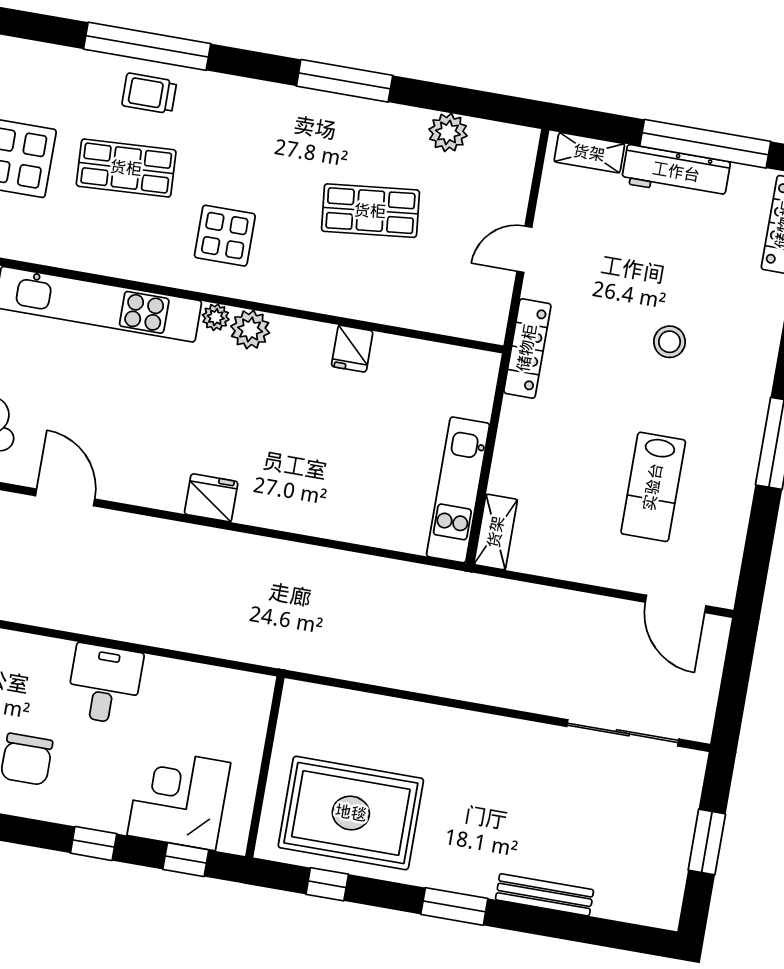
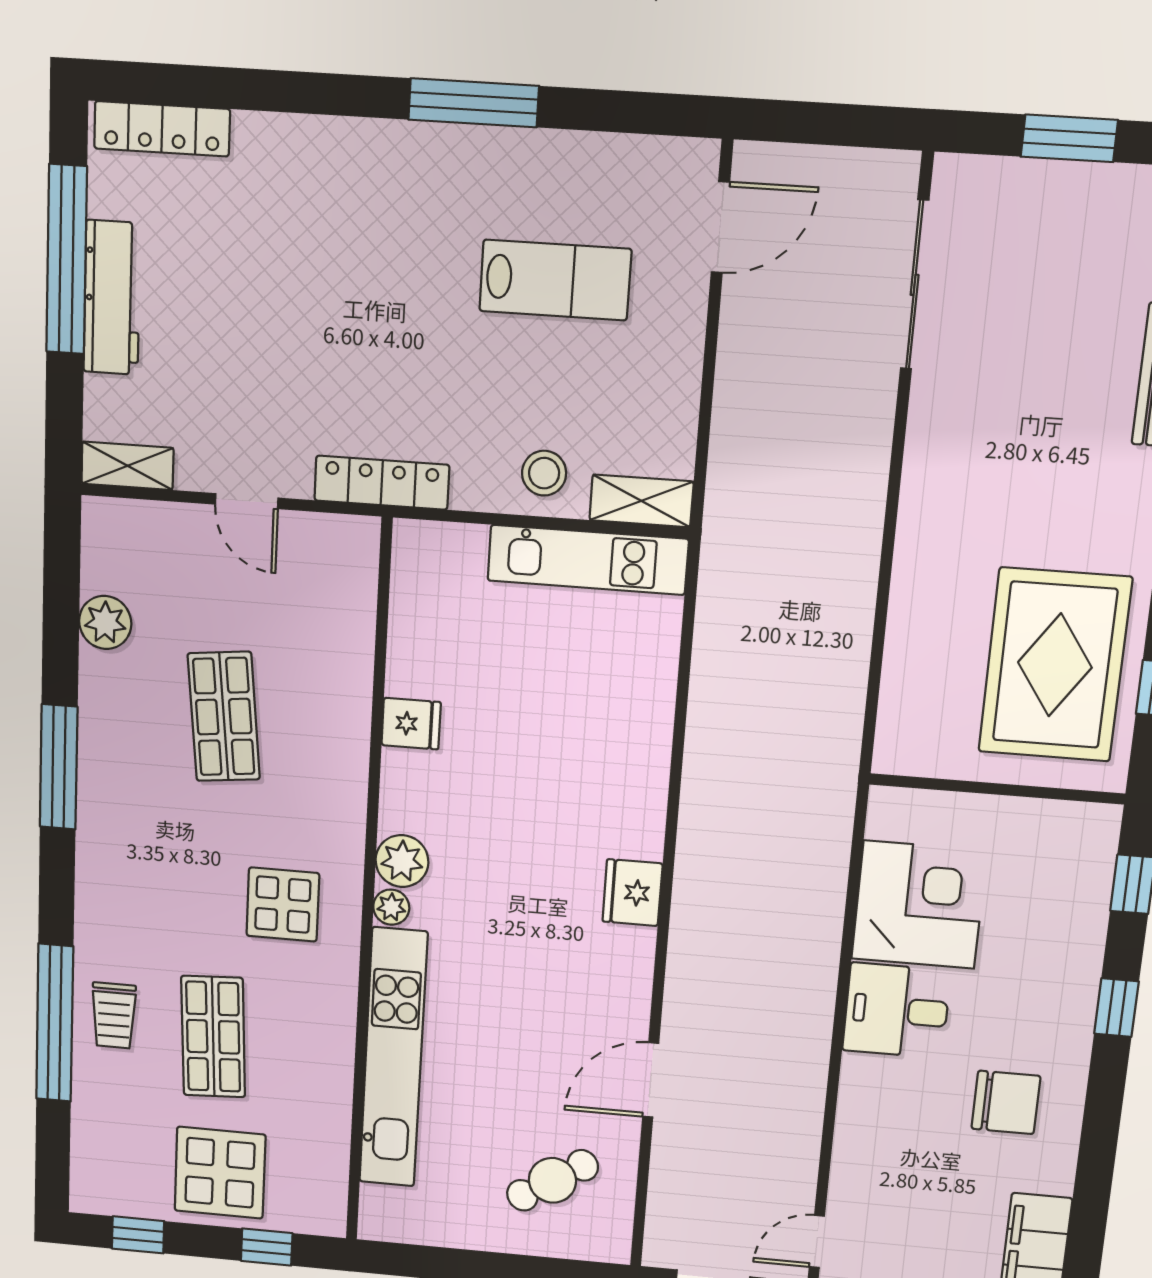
shelving: (589, 153) -> (127, 466), moved, turned 90
stool: (669, 342) -> (544, 473), moved
corner desk: (179, 799) -> (919, 905), moved, turned 180

